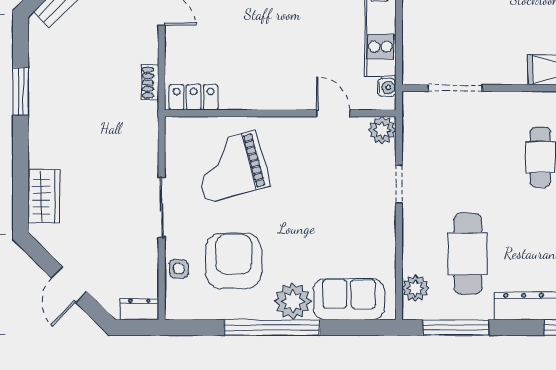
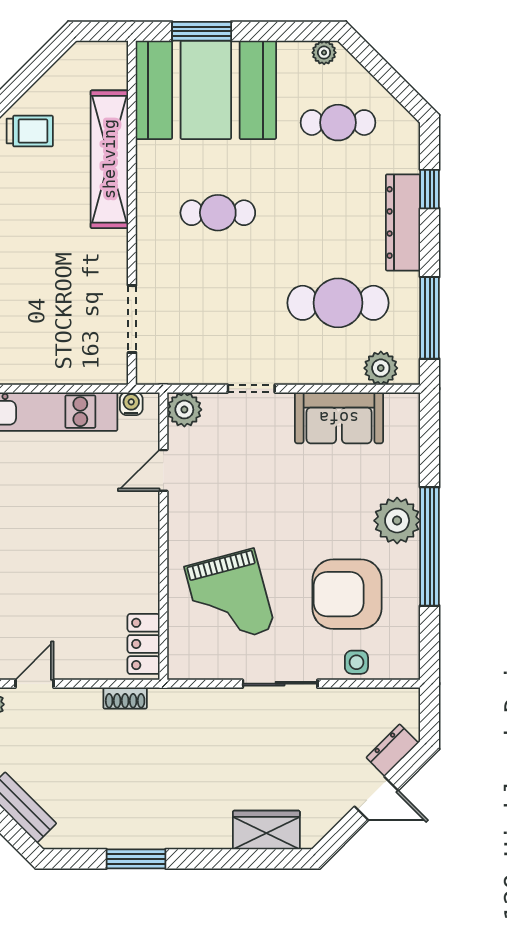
sofa: (349, 299) -> (339, 418), moved, turned -90
dresser: (139, 309) -> (392, 750), moved, turned 45

